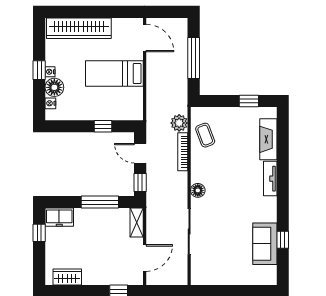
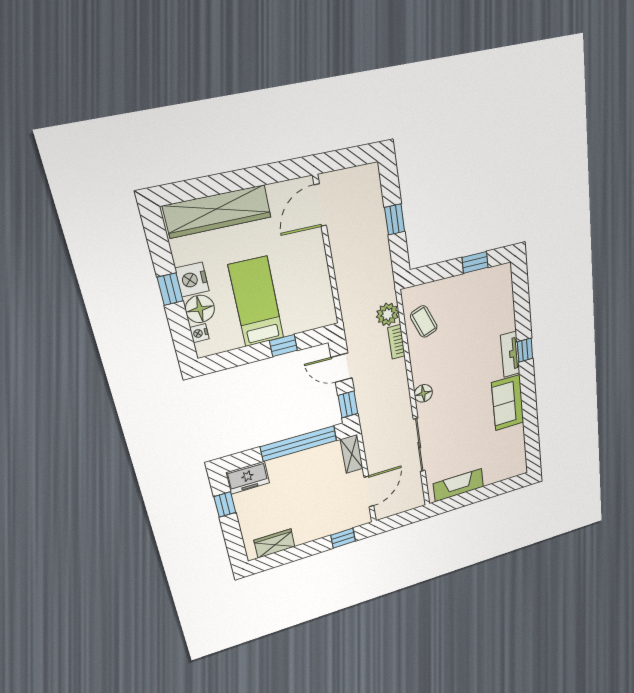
door: (145, 38) -> (320, 205), swing flipped
window: (194, 58) -> (395, 219), width x0.46
nightstand: (50, 72) -> (192, 279), width x1.89, depth x1.79
bed: (114, 73) -> (256, 302), moved, turned 90
fireplace: (268, 139) -> (458, 485), moved, turned 90
bookcase: (183, 152) -> (396, 342), width x0.64
window: (100, 202) -> (299, 444), width x1.46
window: (283, 240) -> (525, 350), moved
sofa: (265, 244) -> (508, 403), moved

